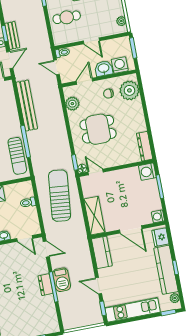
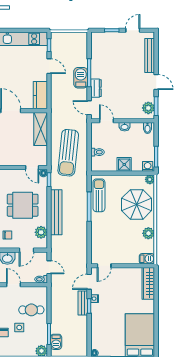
bench: (27, 106) -> (56, 212), moved
dresser: (45, 285) -> (96, 88), moved

